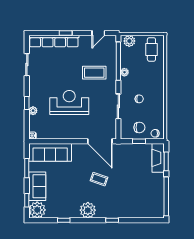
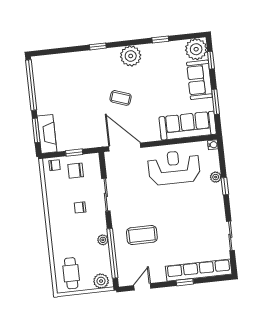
reception desk: (69, 102) -> (174, 167), moved, turned 180

